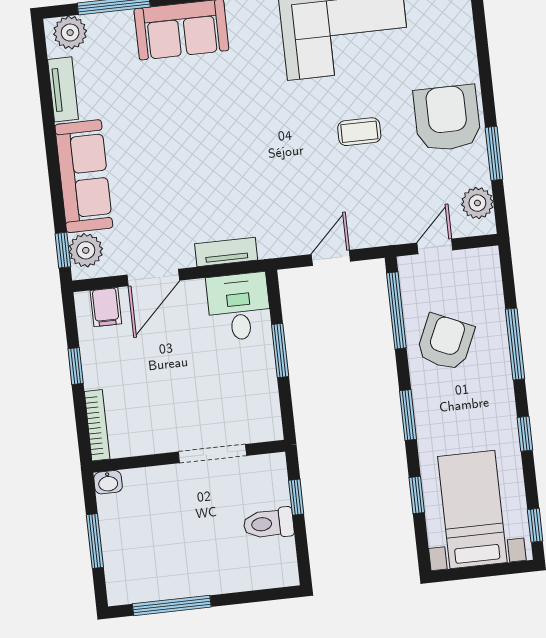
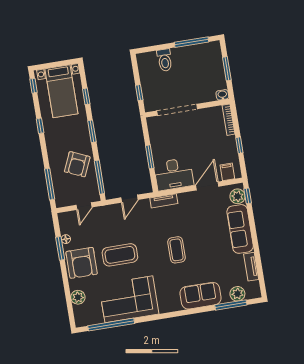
plant: (70, 33) -> (237, 294), moved
coffee table: (359, 132) -> (120, 255), width x1.86, depth x1.72
coffee table: (230, 136) -> (177, 250), added
floor lamp: (480, 174) -> (66, 239), added
plant: (477, 203) -> (78, 297), moved
tv unit: (226, 252) -> (164, 201), moved
desk: (239, 307) -> (174, 174), width x1.37
window: (515, 344) -> (50, 184), moved
doorway: (212, 454) -> (177, 110), width x1.36
toilet: (269, 523) -> (165, 60), moved, turned 90

